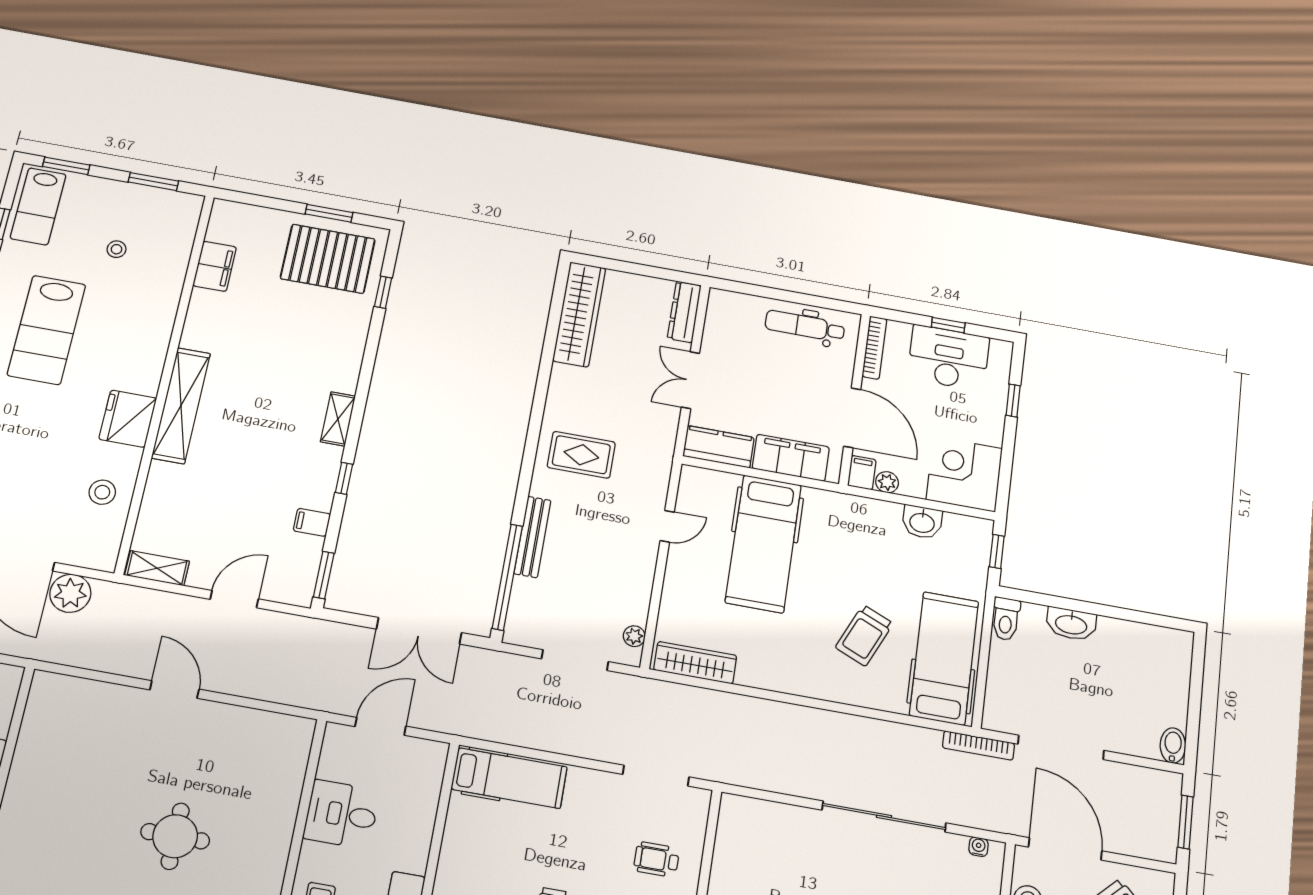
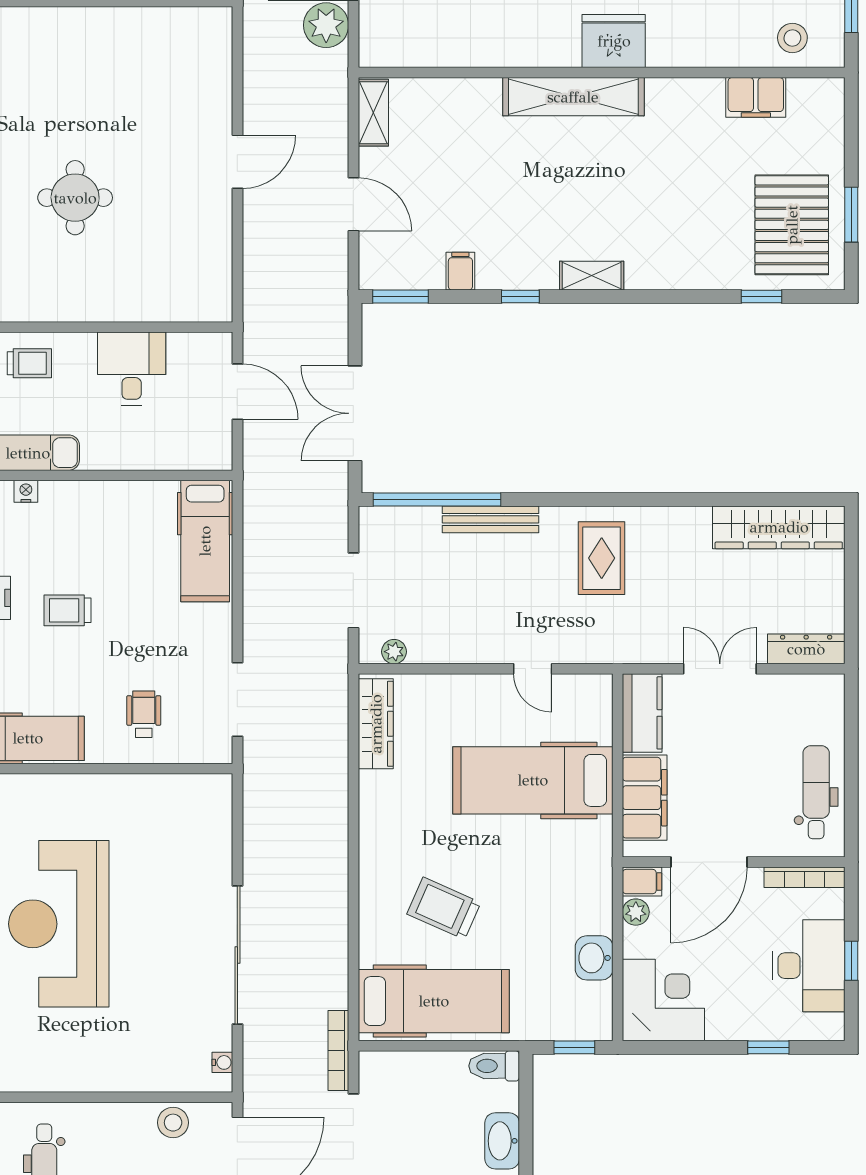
fridge: (128, 419) -> (614, 41), moved
stool: (102, 492) -> (792, 38), moved

